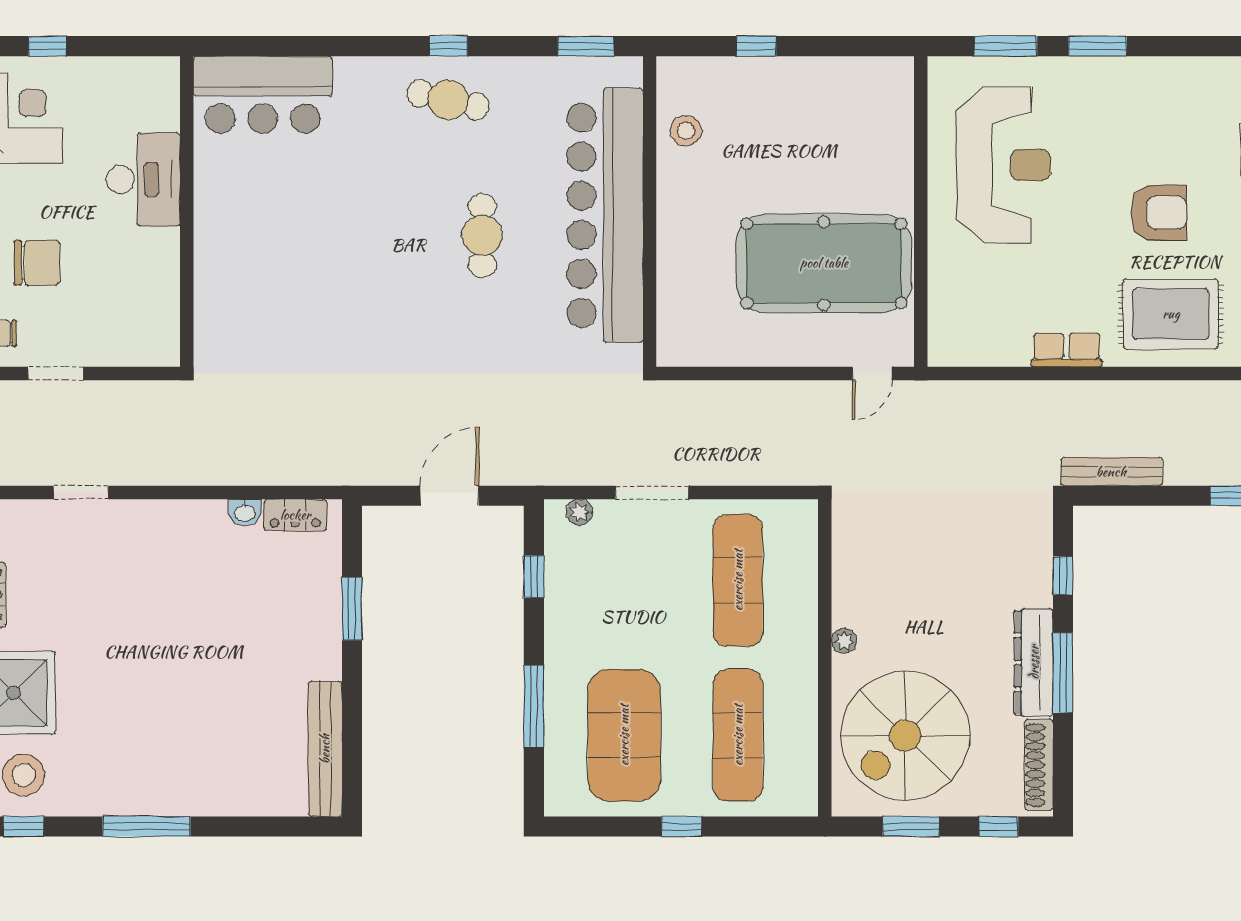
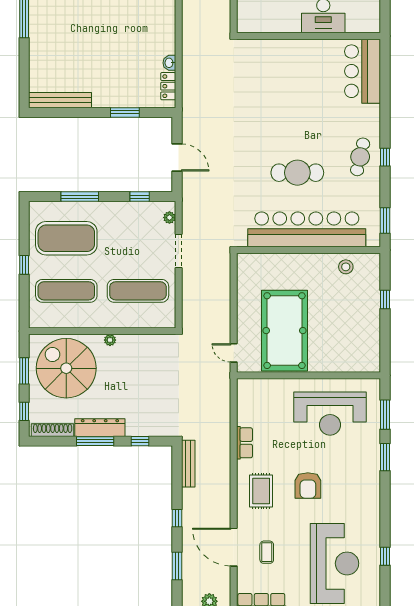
cafe table: (482, 236) -> (297, 173), width x1.37, depth x1.35
rug: (1171, 314) -> (261, 491), width x0.73, depth x0.70

